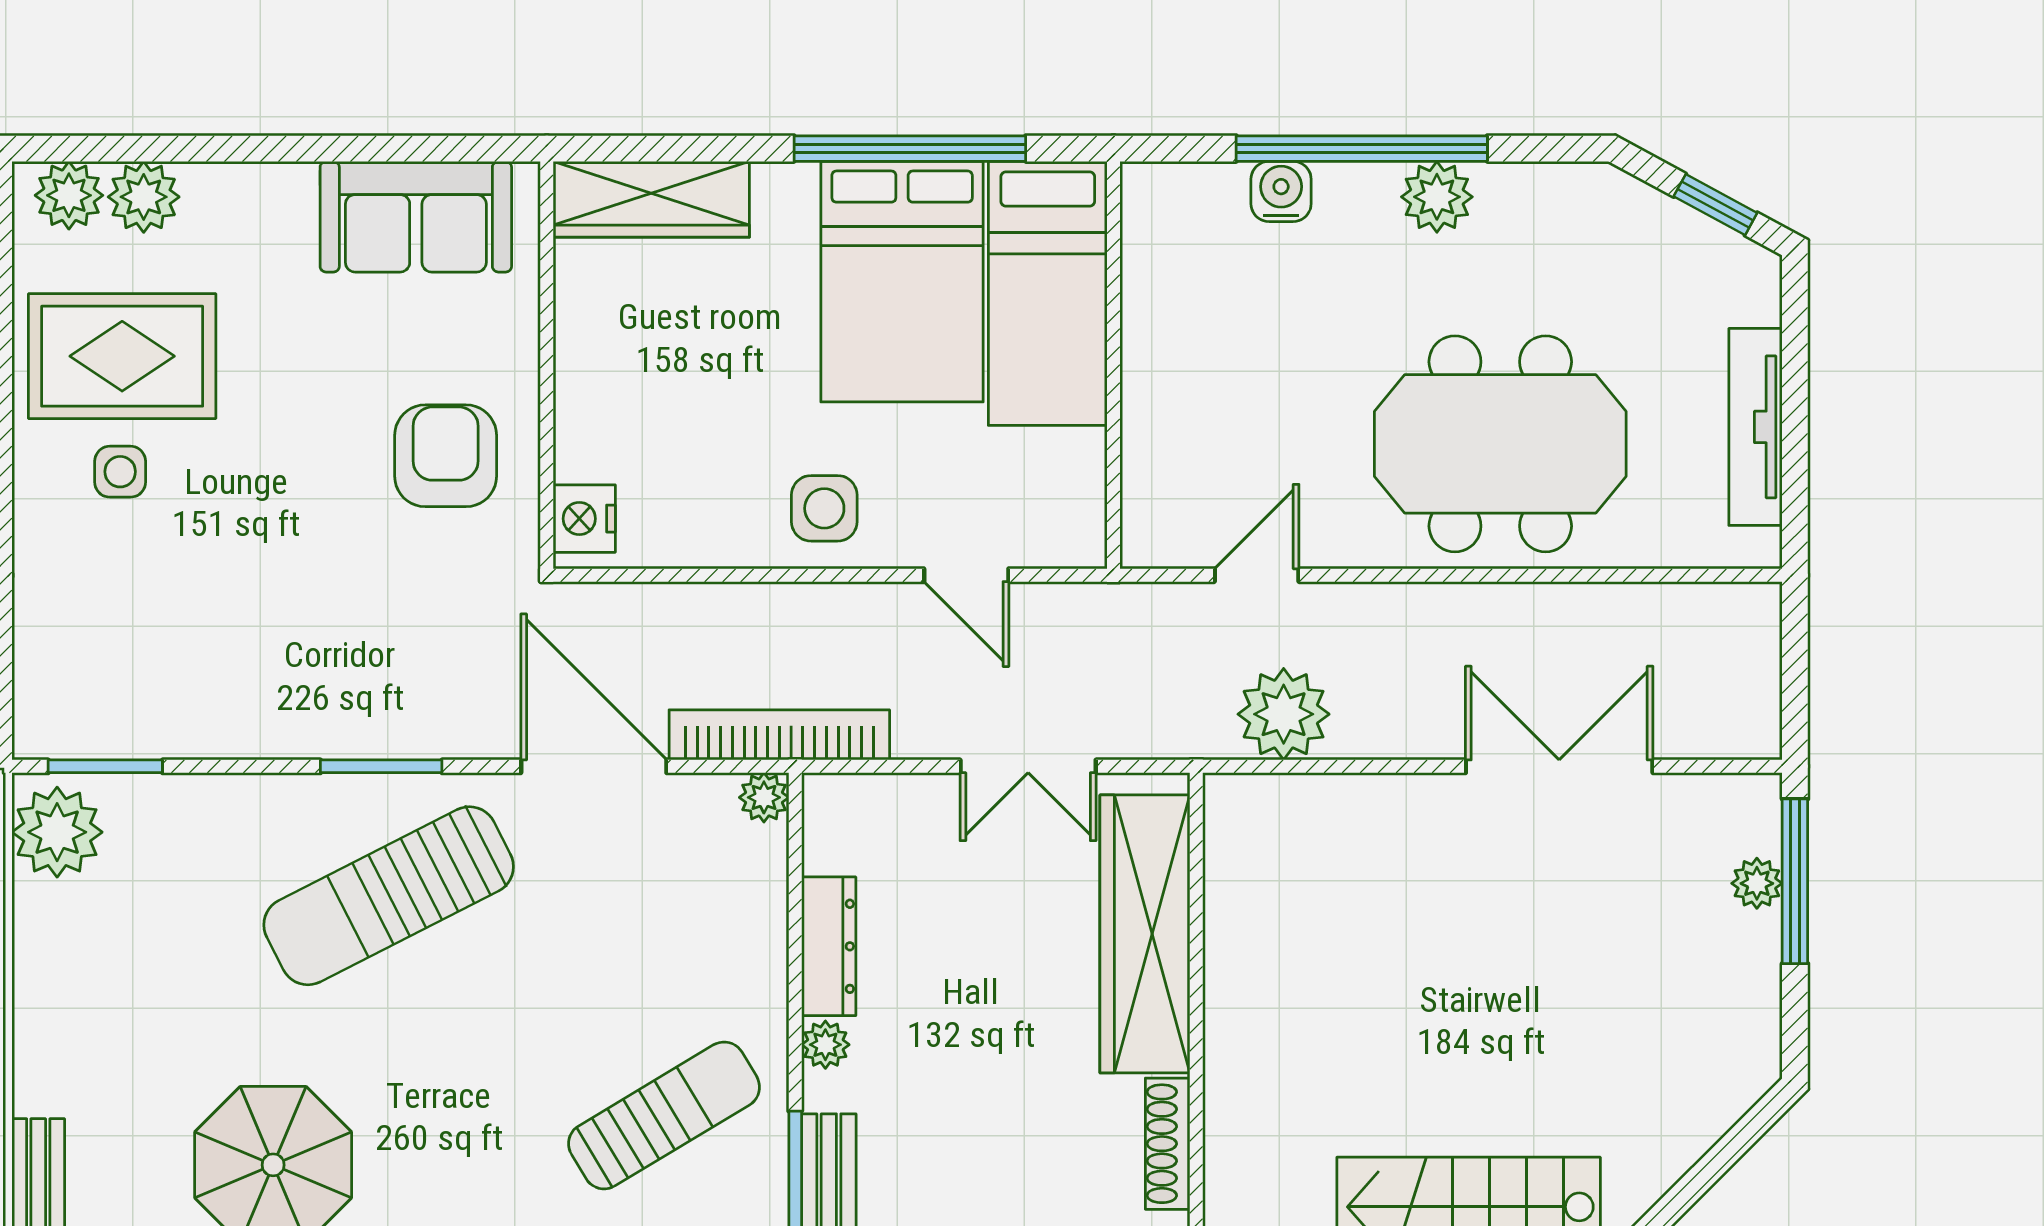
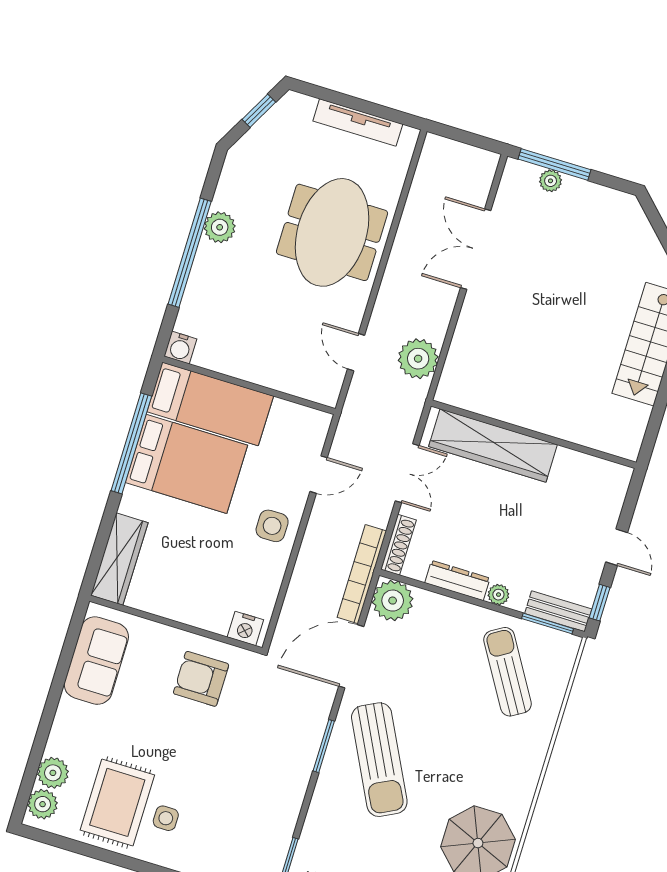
water cooler: (1281, 191) -> (180, 348), moved, turned -90
plant: (764, 797) -> (393, 601), width x1.88, depth x1.88
shoe rack: (1168, 1144) -> (399, 545), moved, turned -90

